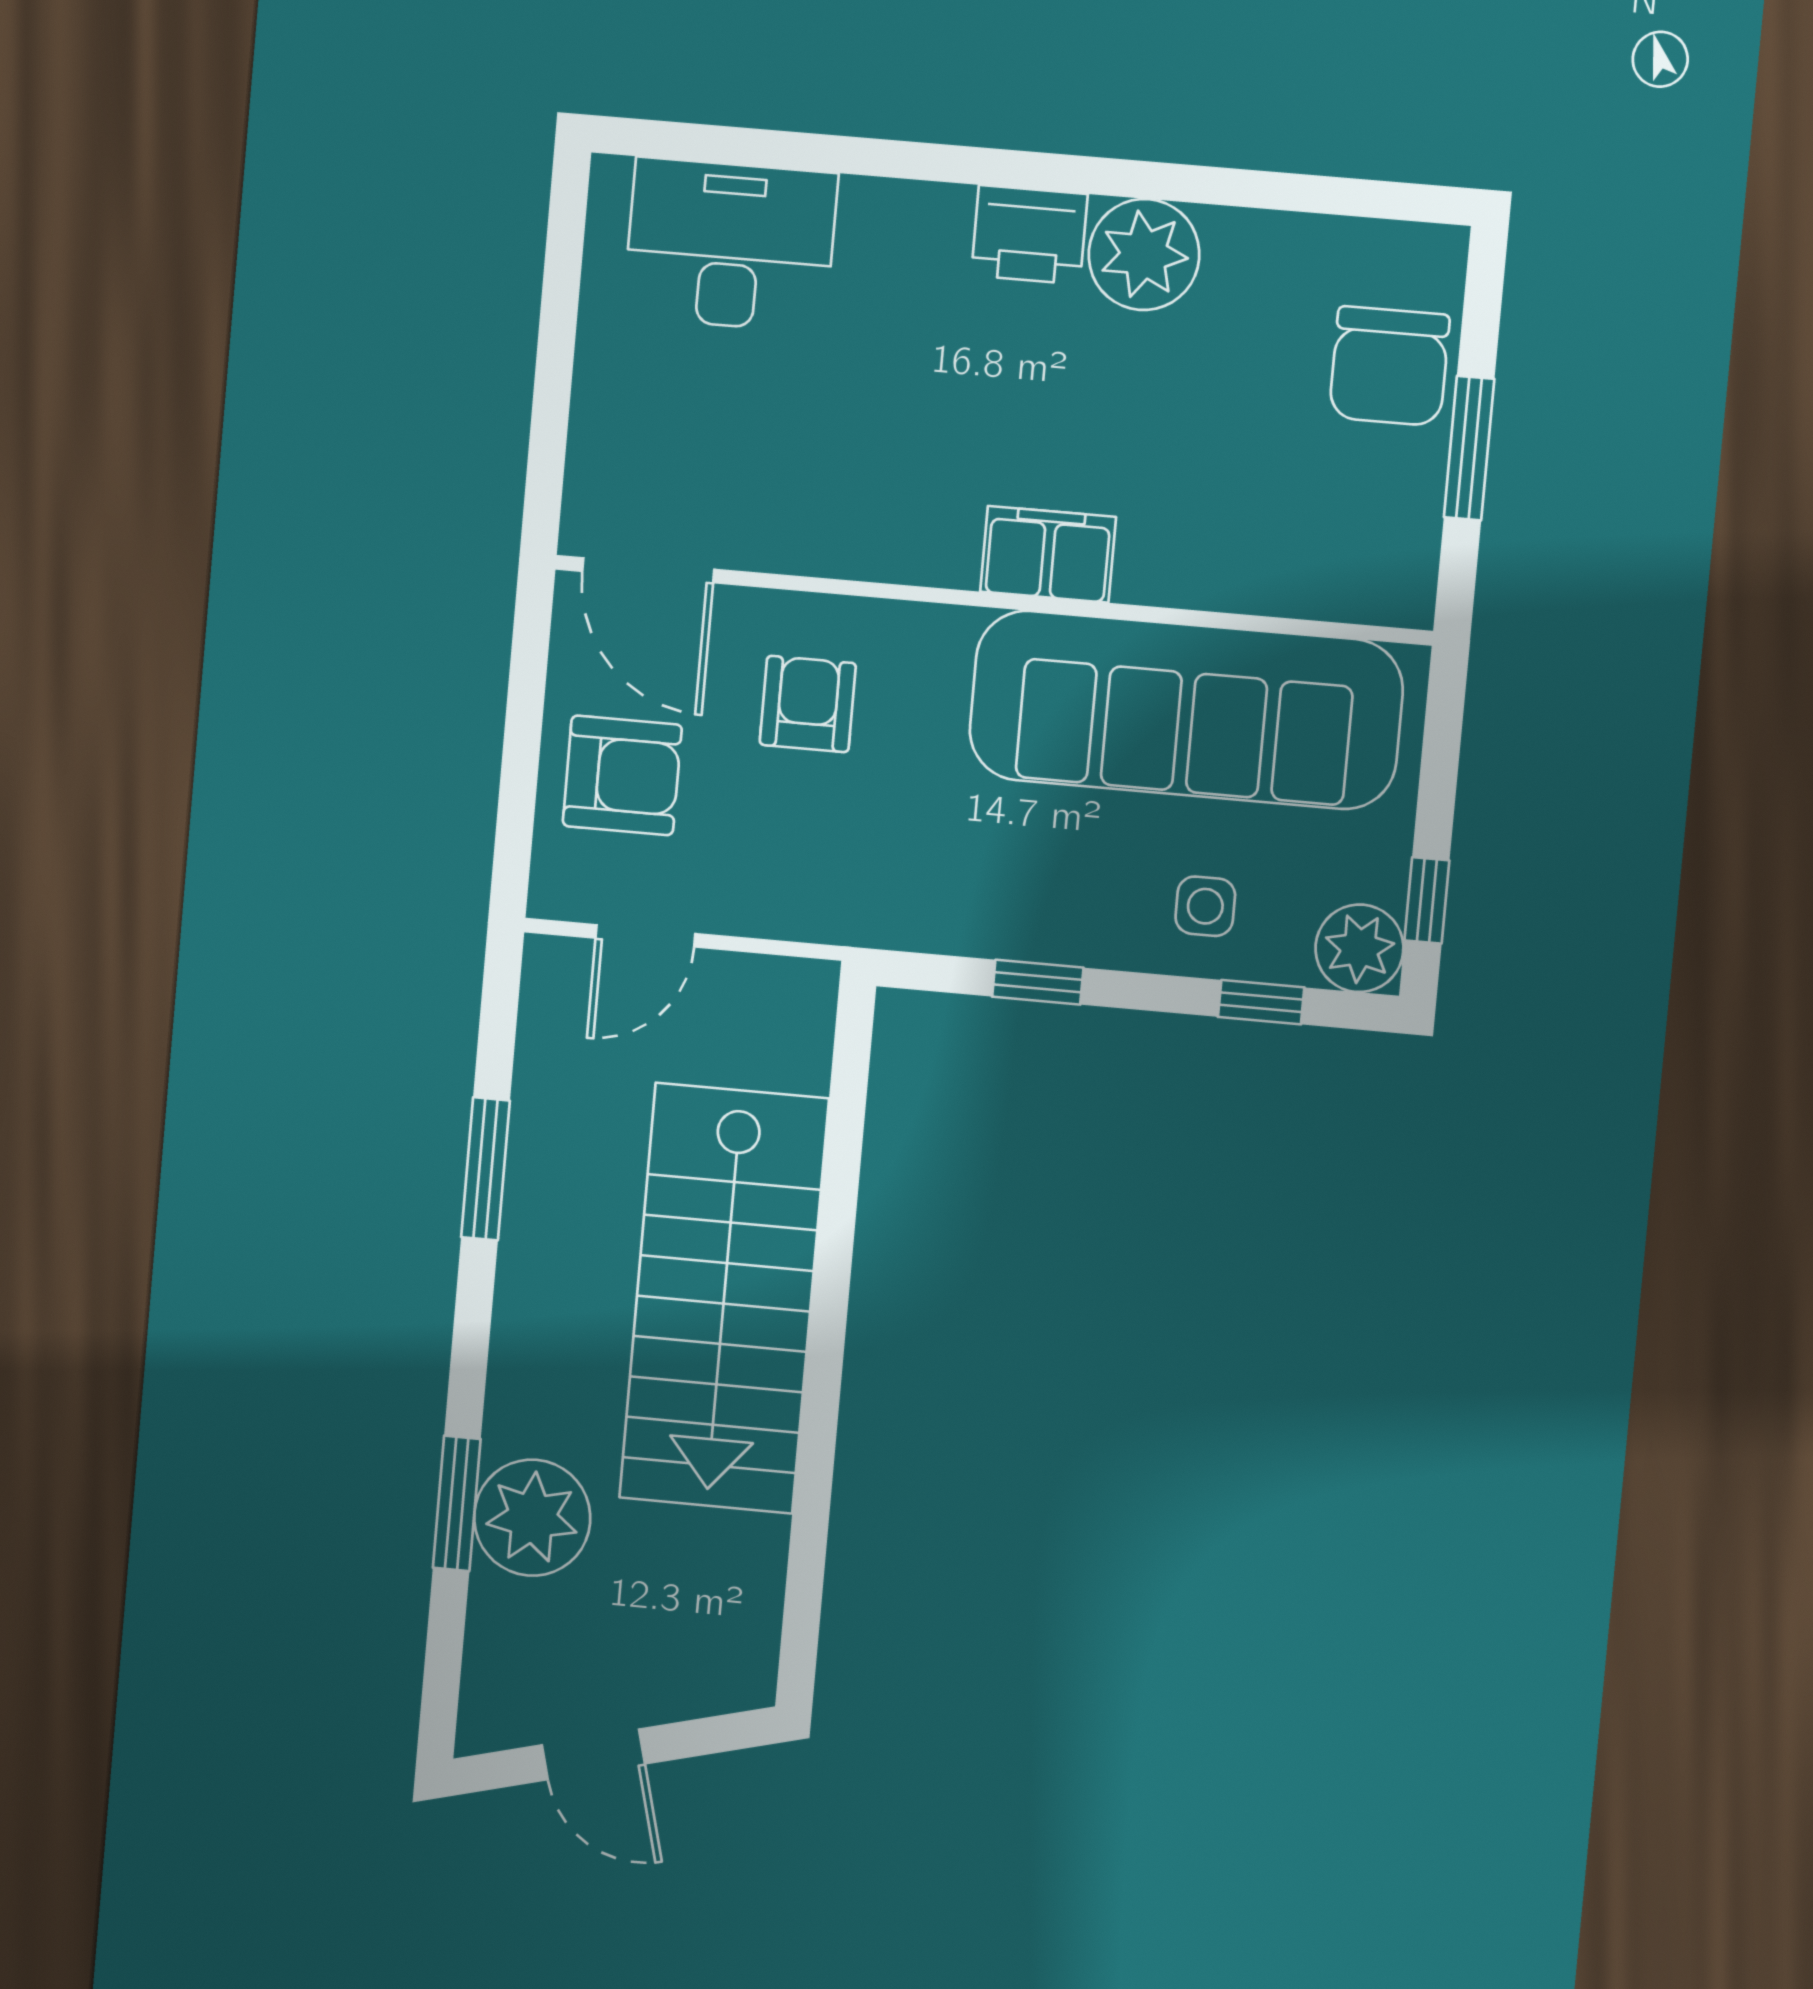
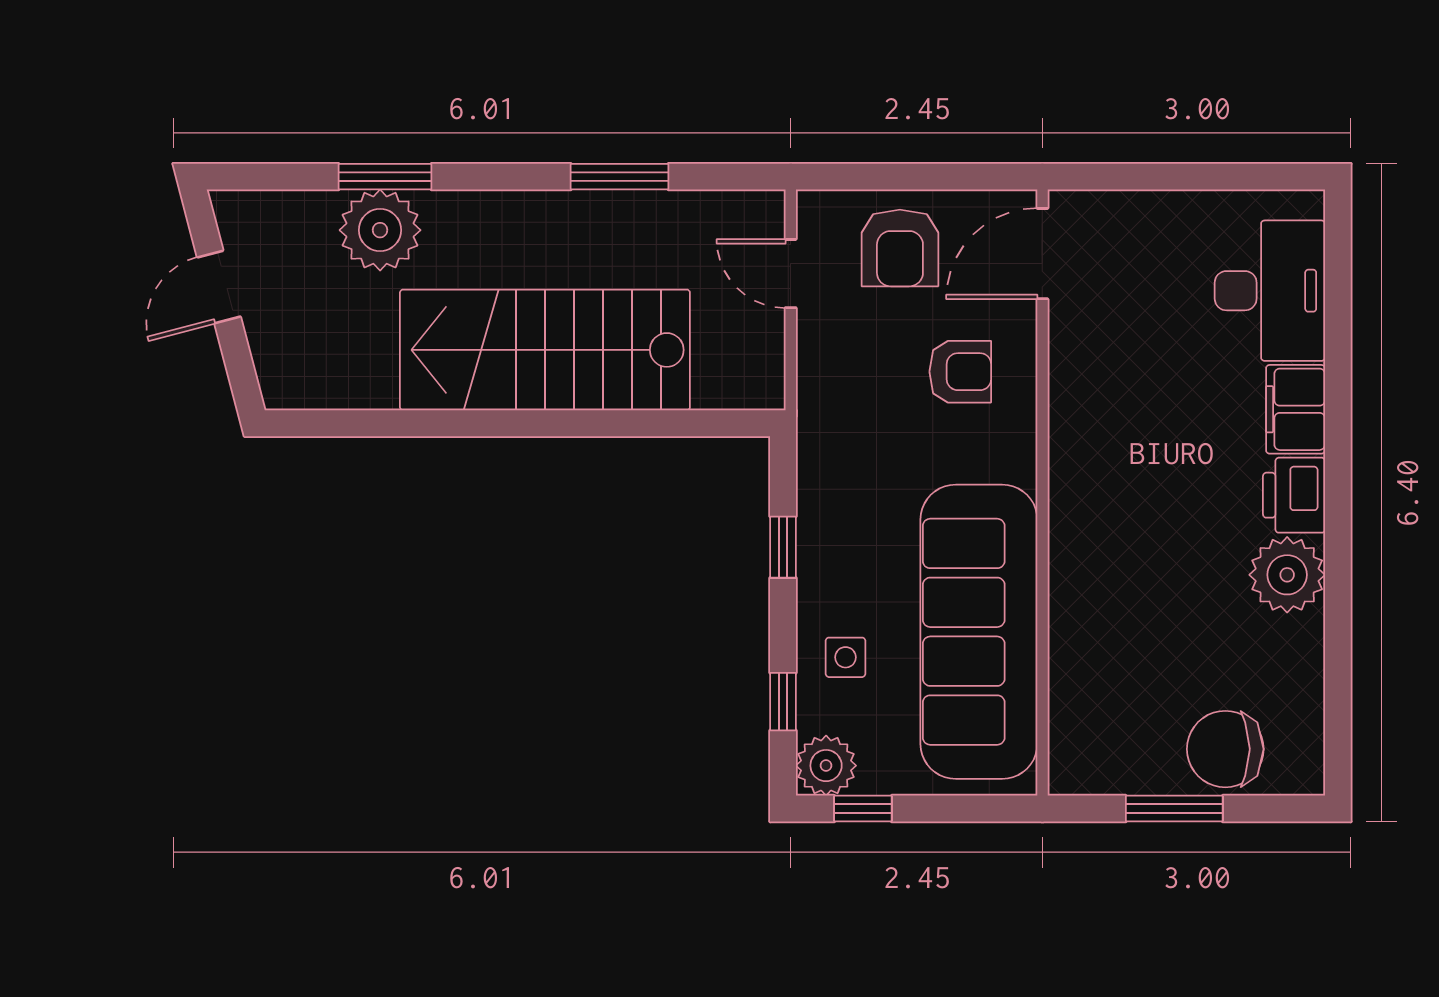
filing cabinet: (1048, 554) -> (1296, 409), moved, turned 180

